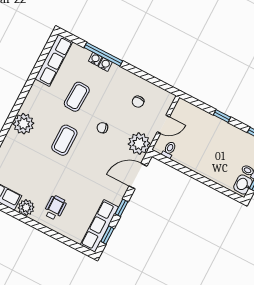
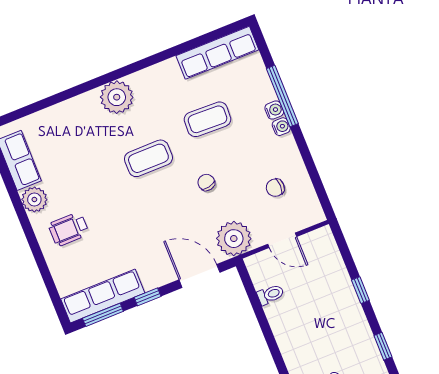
water cooler: (95, 59) -> (281, 127), moved
toilet: (169, 150) -> (270, 295), moved
wheelchair: (55, 208) -> (69, 229), turned 180
window: (107, 235) -> (103, 315), width x1.50

